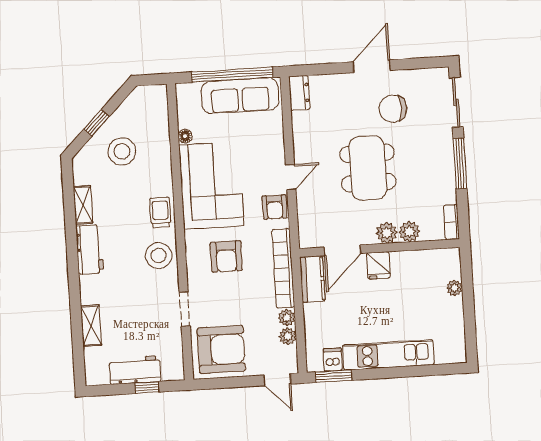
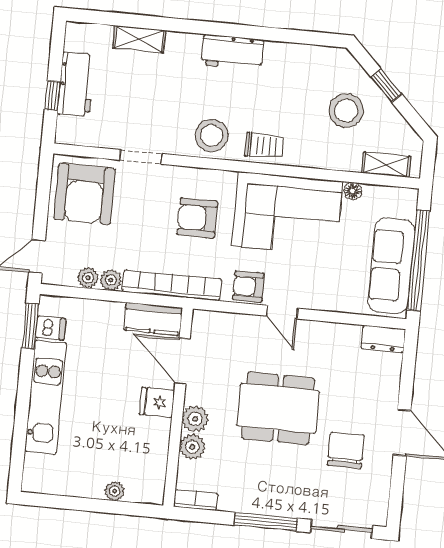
shelving: (83, 205) -> (386, 165), moved

